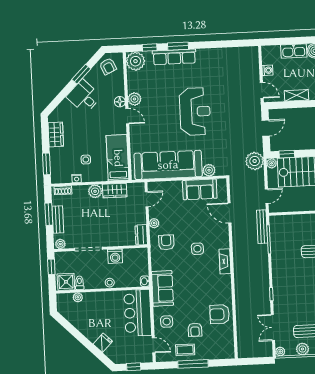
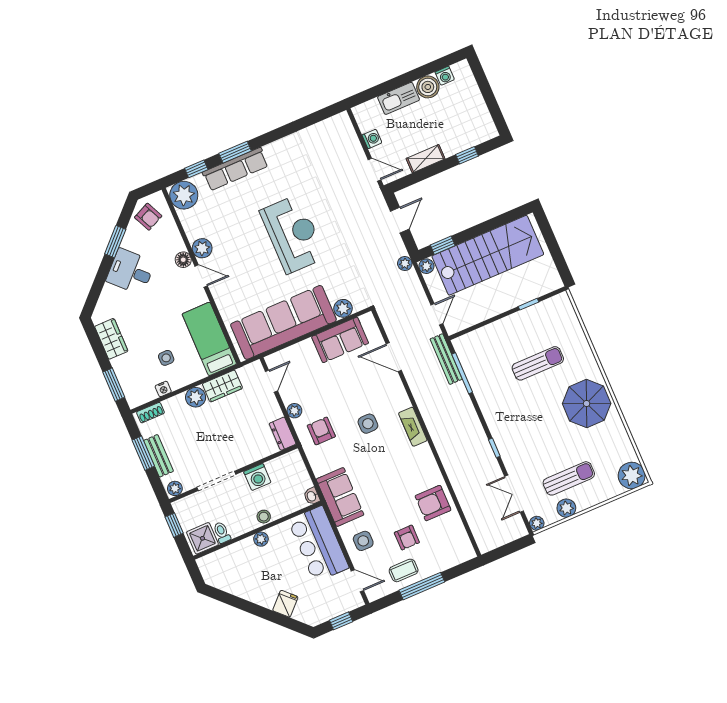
plant: (255, 161) -> (405, 264), width x0.53, depth x0.53
plant: (78, 297) -> (261, 539), moved

